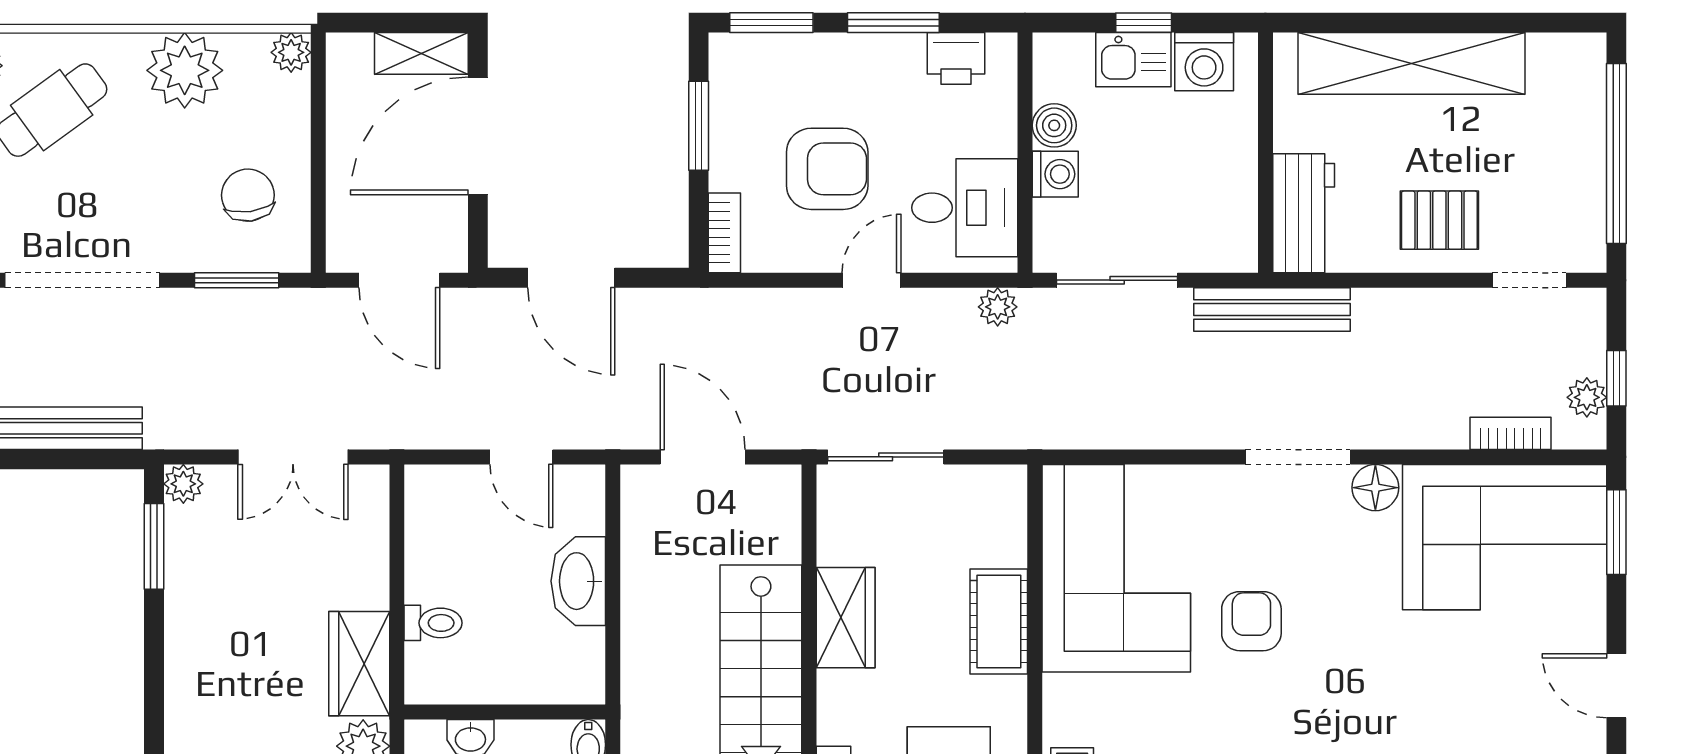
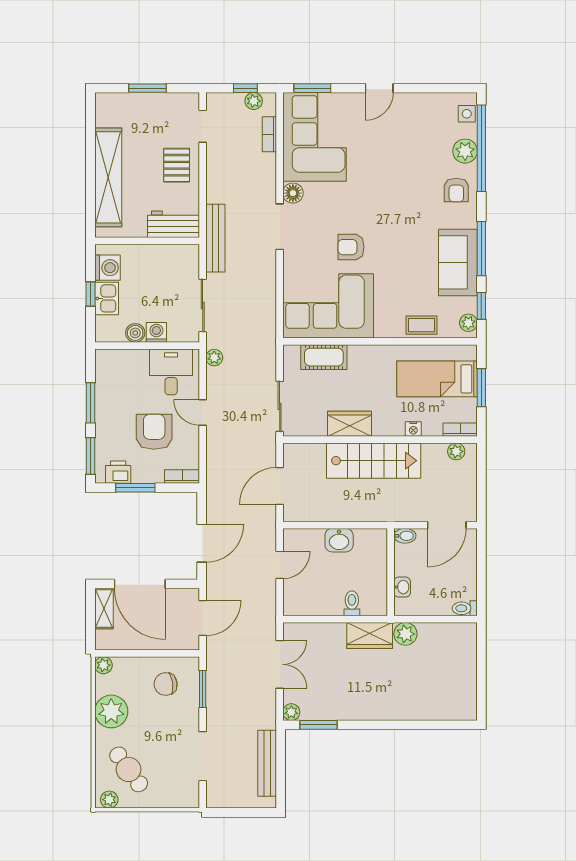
printer: (956, 58) -> (118, 472), moved, turned -90
window: (1616, 153) -> (147, 88), width x0.47
doorway: (82, 280) -> (203, 756), width x0.73
washbasin: (578, 581) -> (339, 540), width x0.72
cot: (999, 622) -> (324, 357), moved

